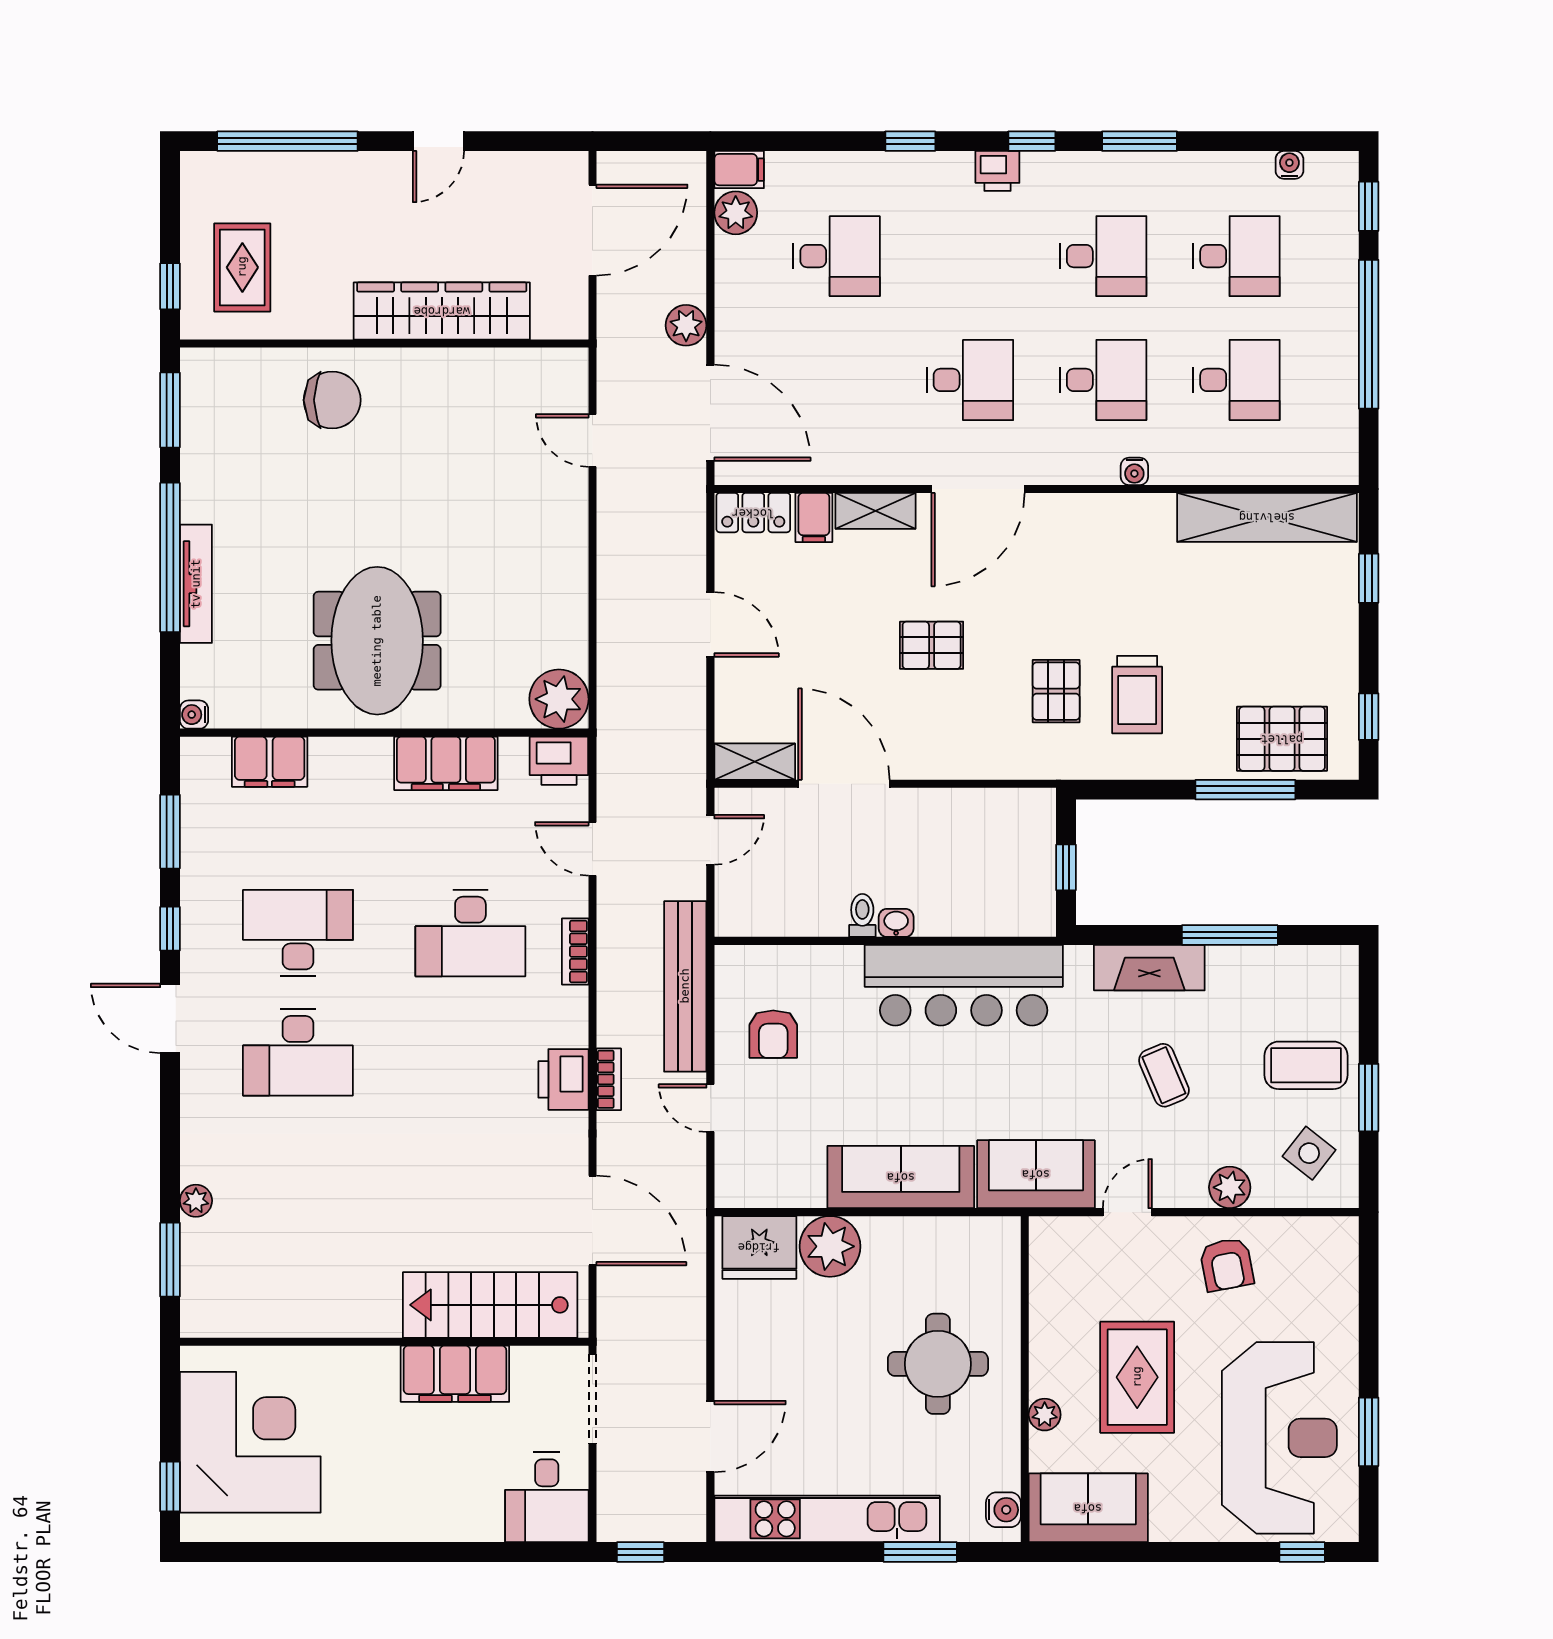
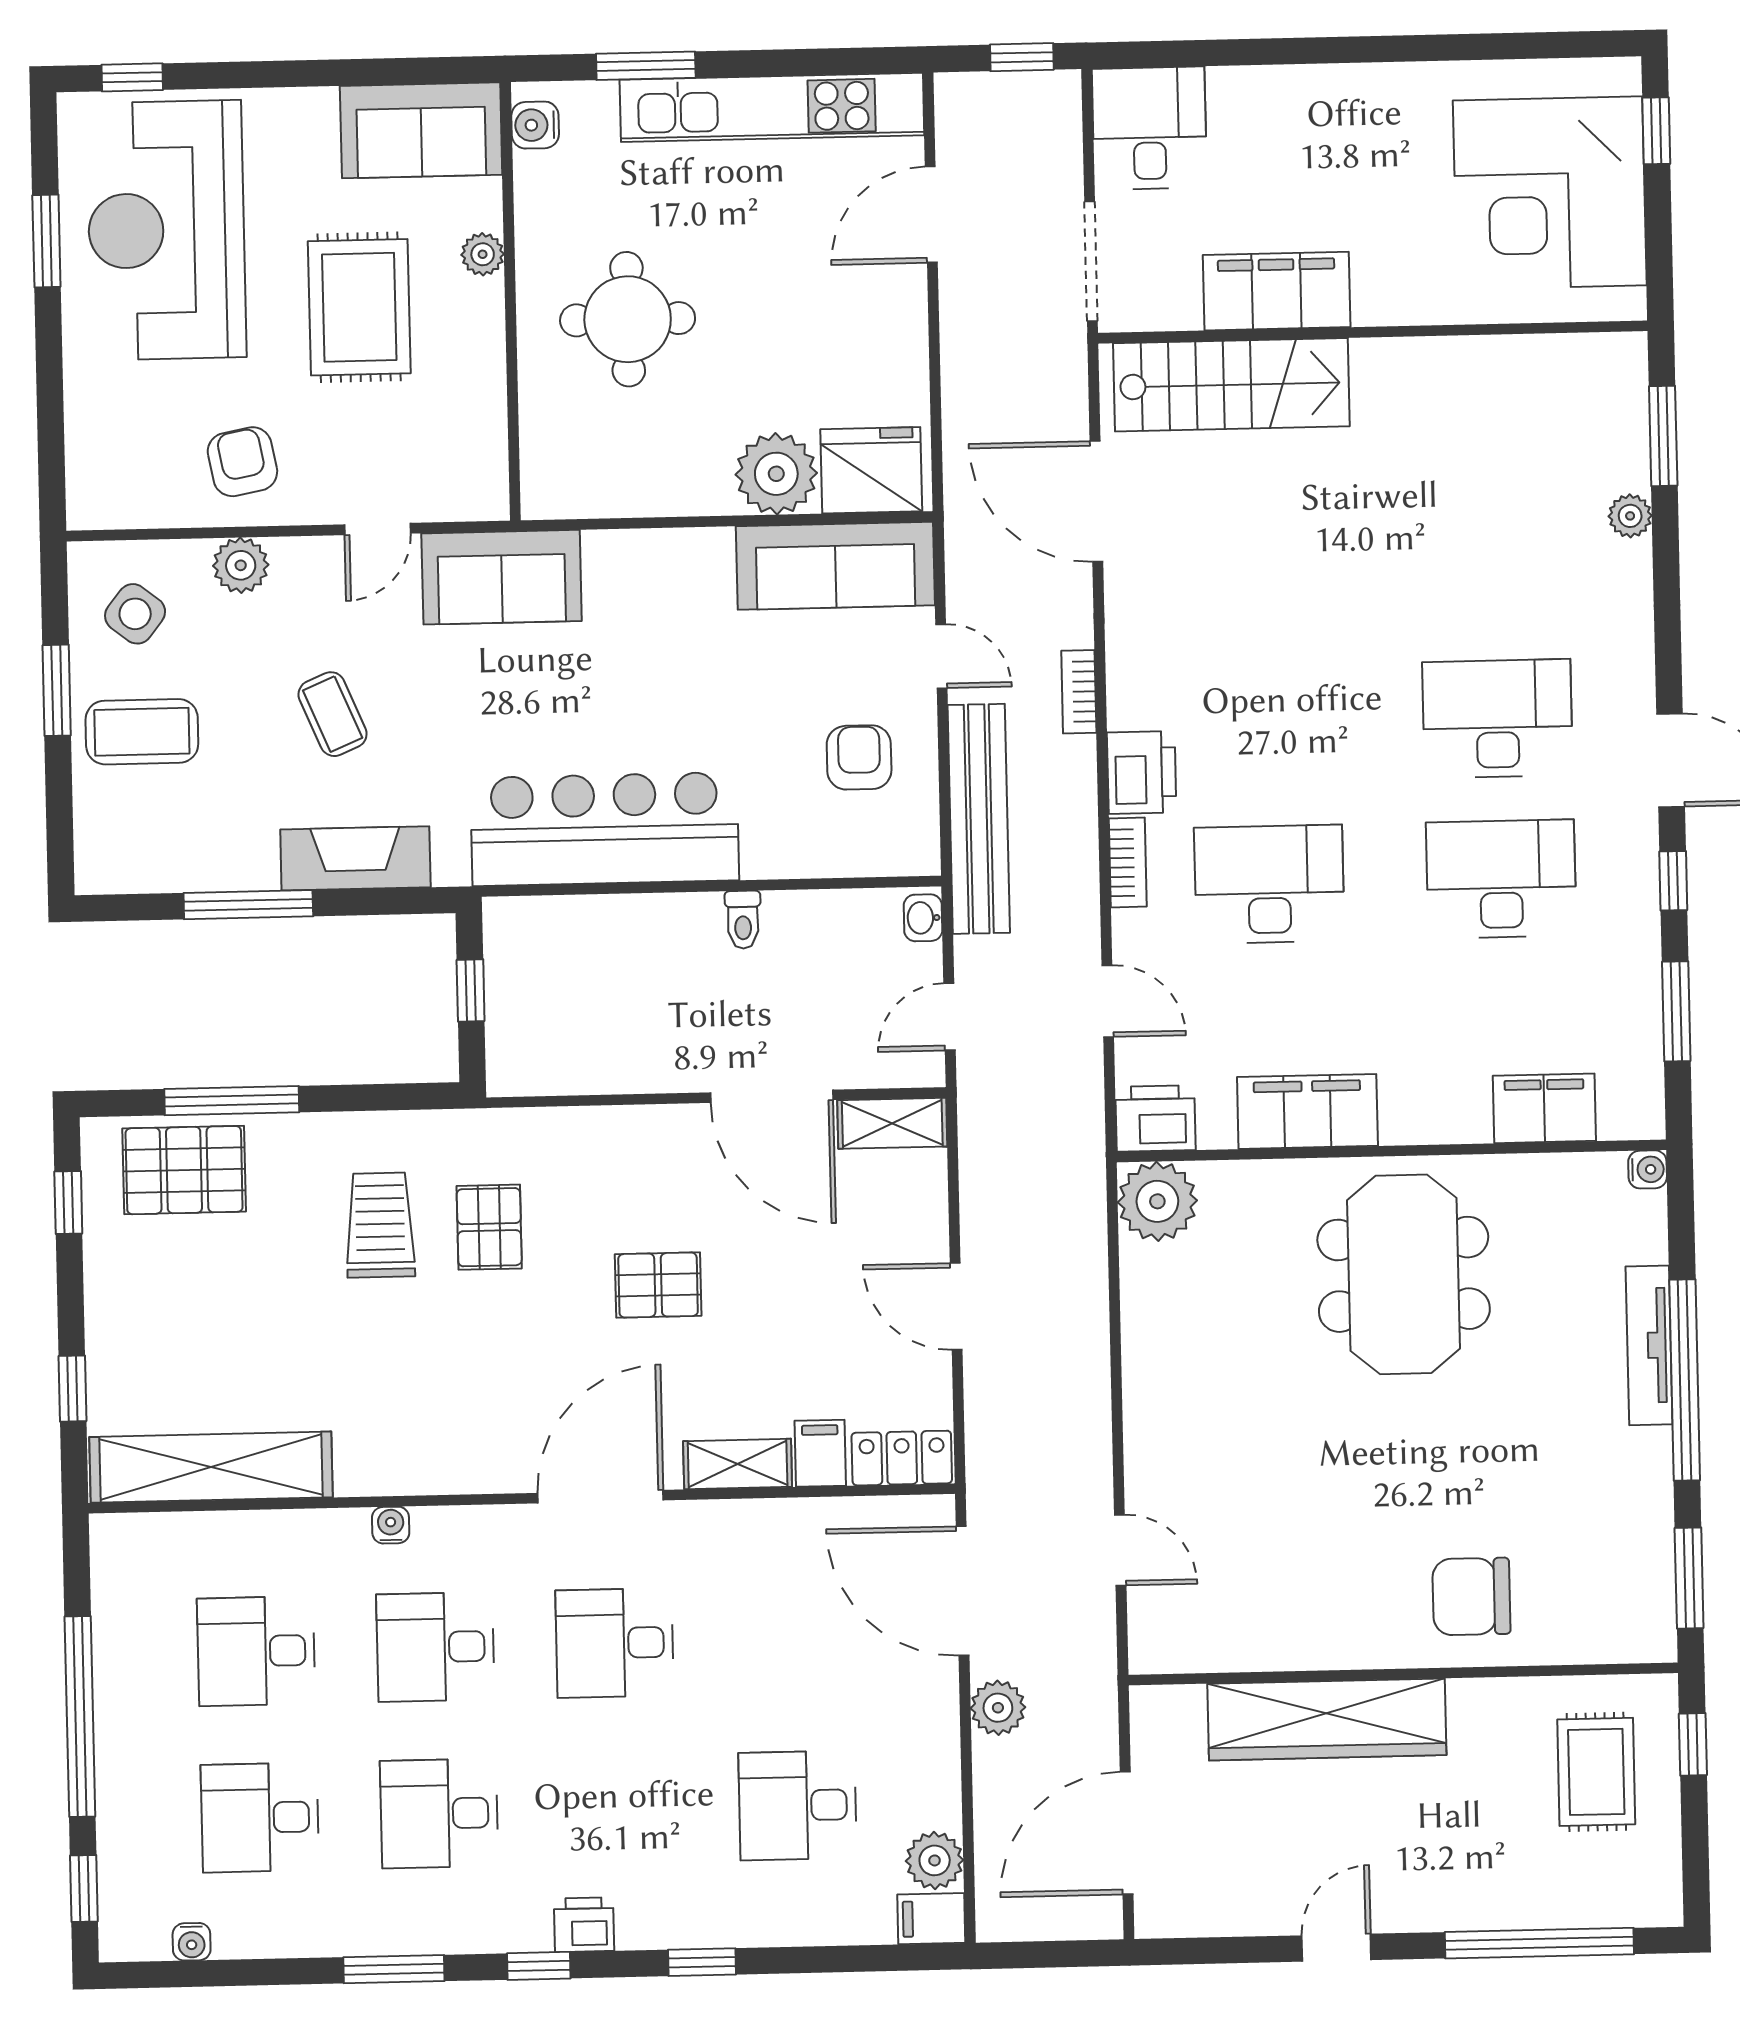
washbasin: (896, 923) -> (923, 918), moved, turned 90
desk: (298, 933) -> (1501, 879), turned 180
printer: (563, 1079) -> (1142, 772), moved
sofa: (901, 1177) -> (835, 566), moved

